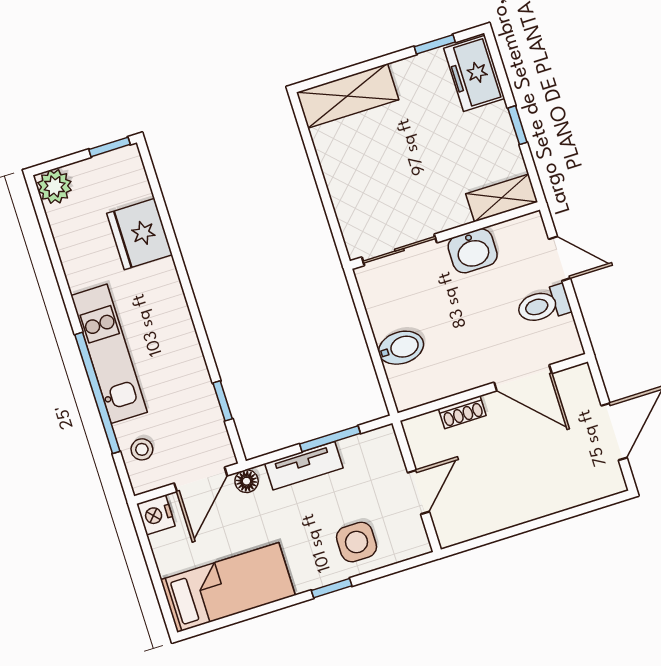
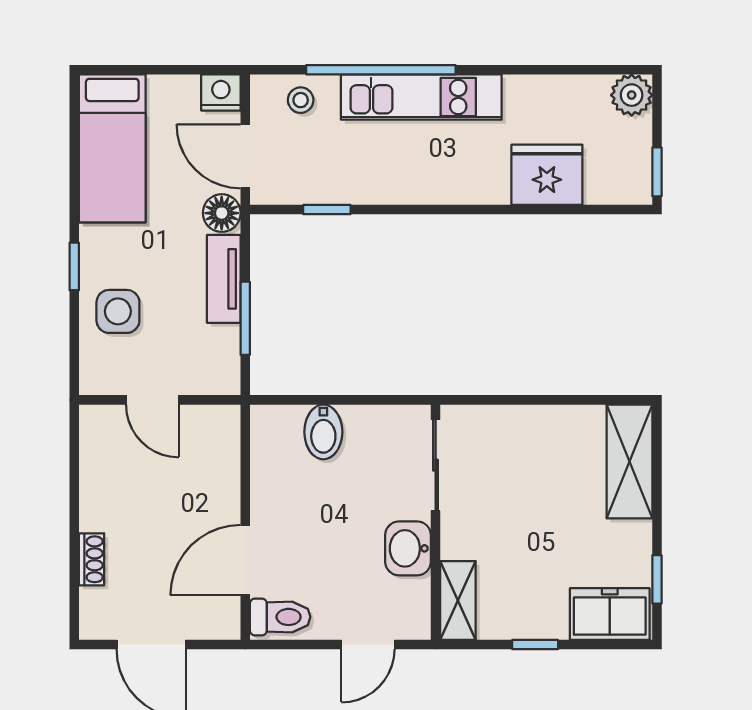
toilet: (543, 305) -> (280, 617), moved, turned 90
shoe rack: (462, 412) -> (92, 559), moved, turned 180
floor lamp: (247, 481) -> (222, 213), width x1.37, depth x1.37

